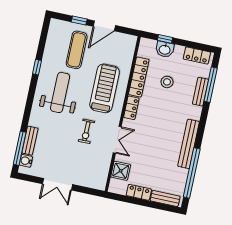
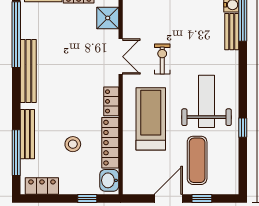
washbasin: (165, 49) -> (109, 180), moved, turned -90
treadmill: (105, 88) -> (151, 119), turned 180
weight bench: (60, 92) -> (207, 101), turned 180
bench: (200, 92) -> (27, 134), width x1.36
double door: (117, 140) -> (121, 57), swing flipped

